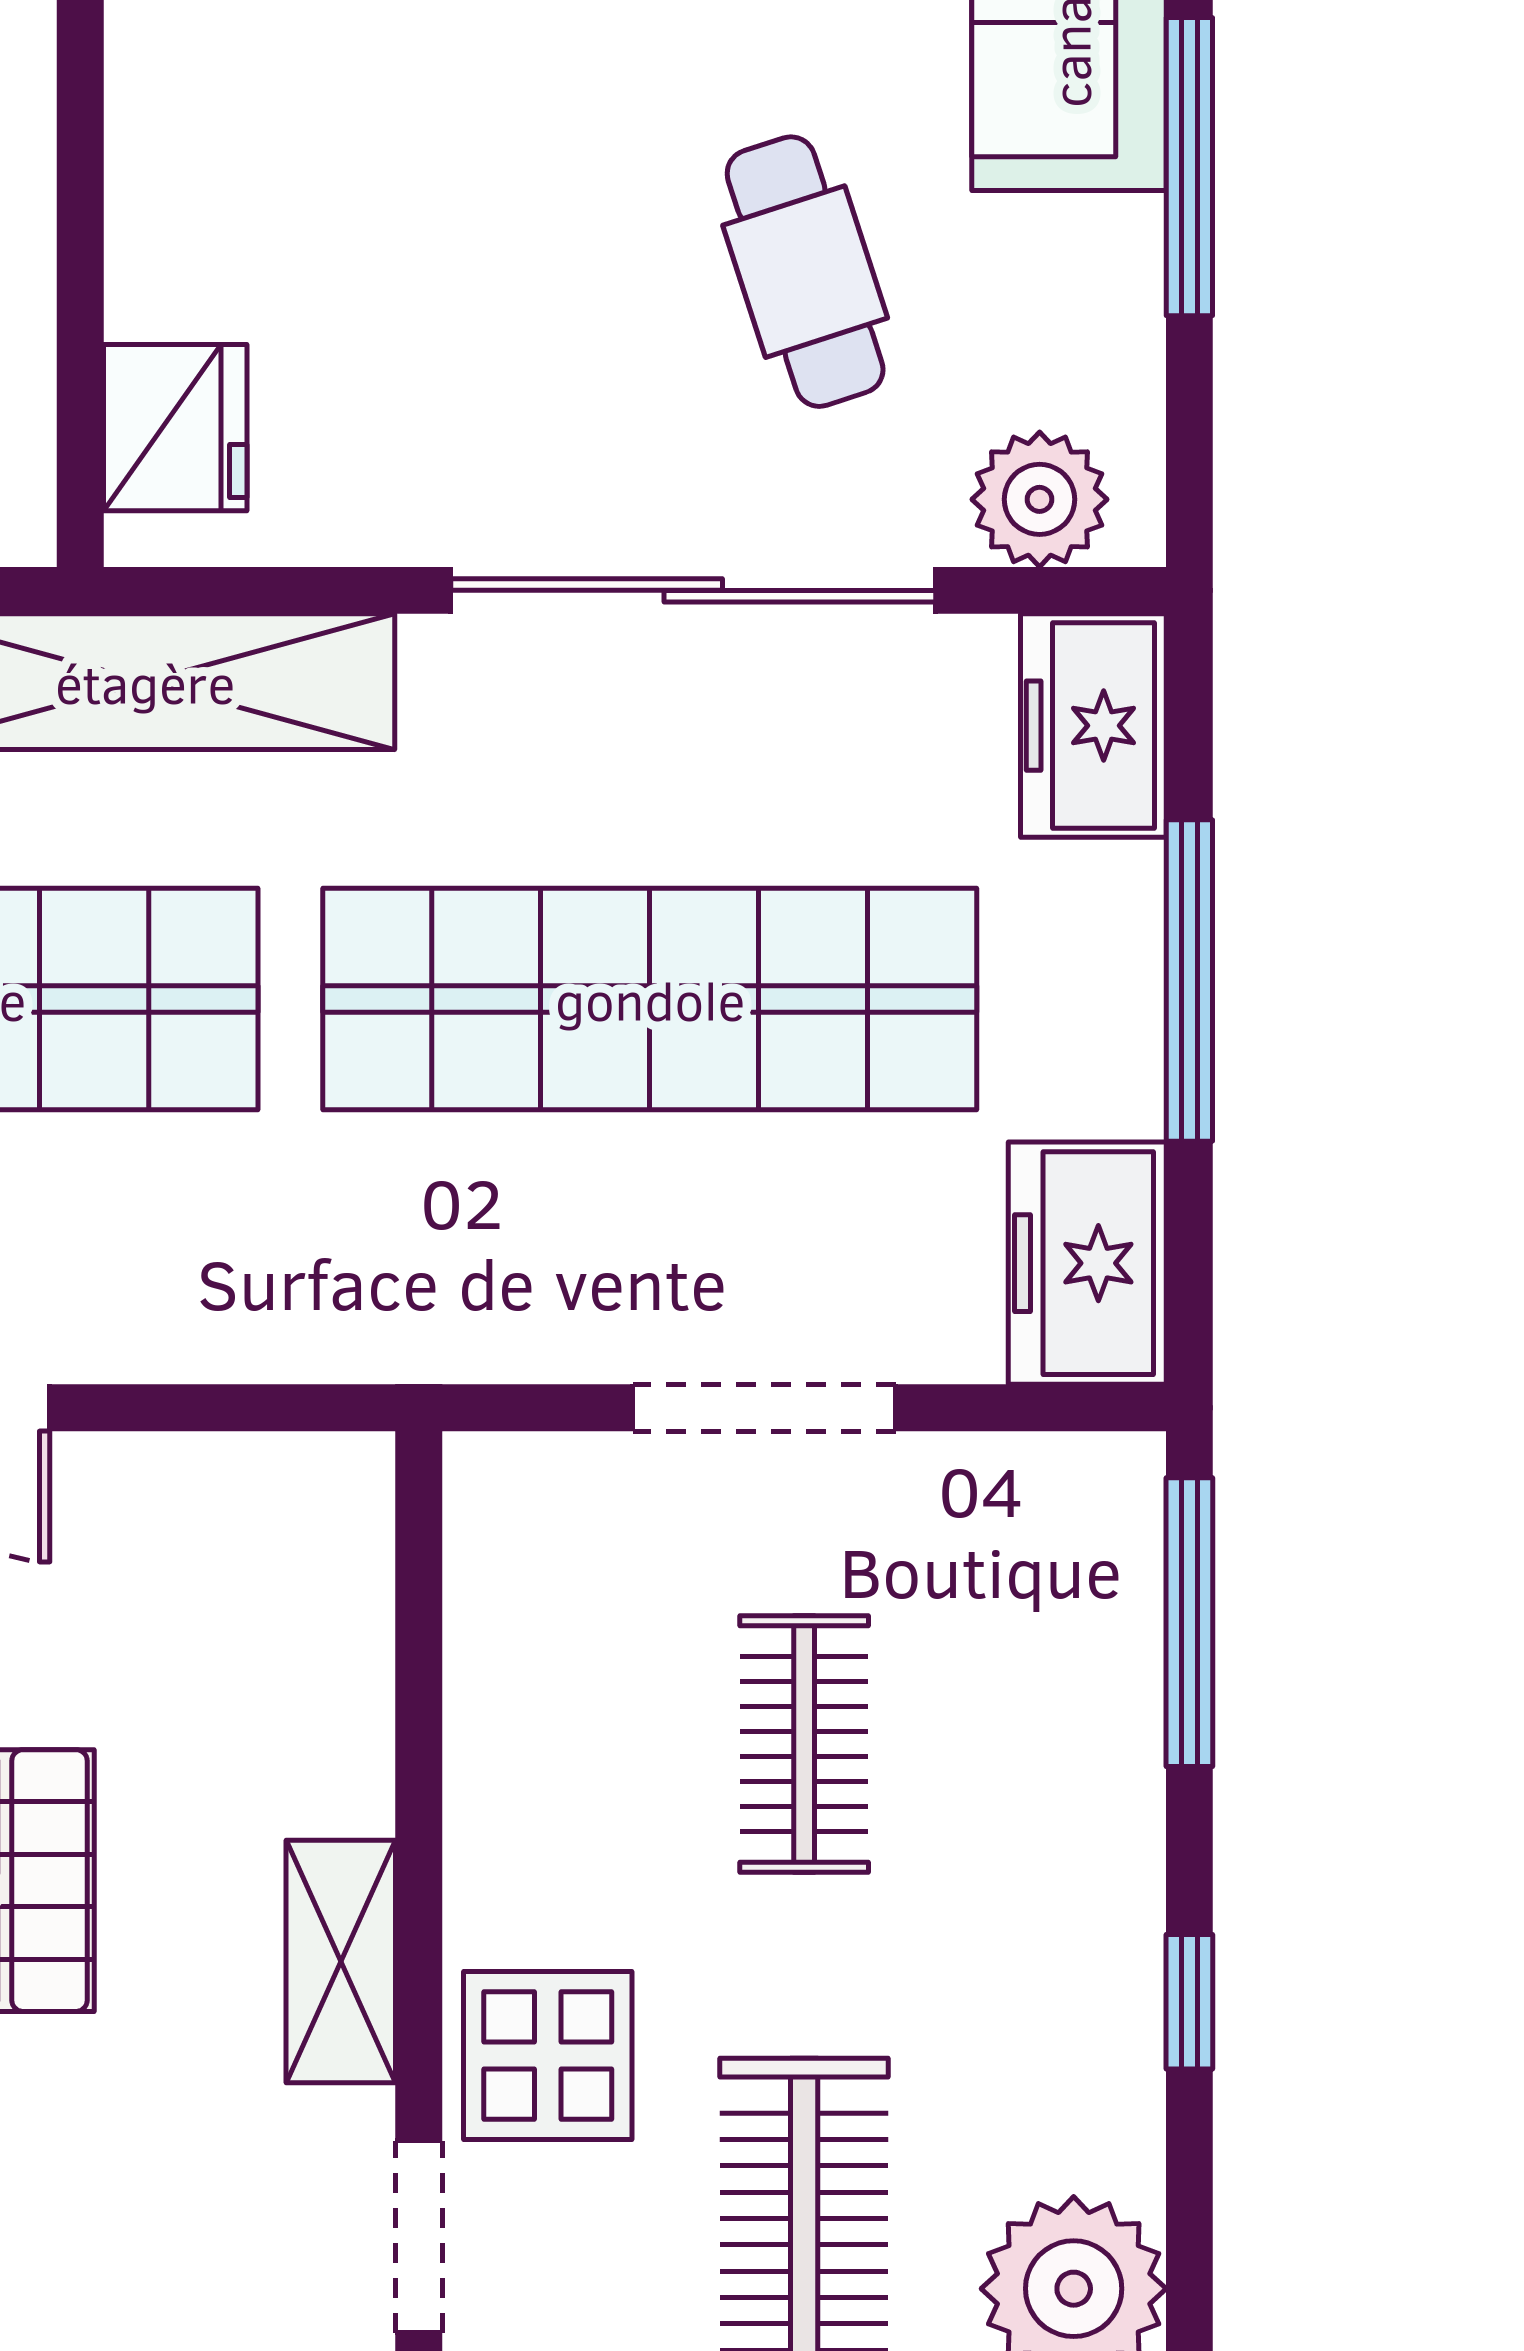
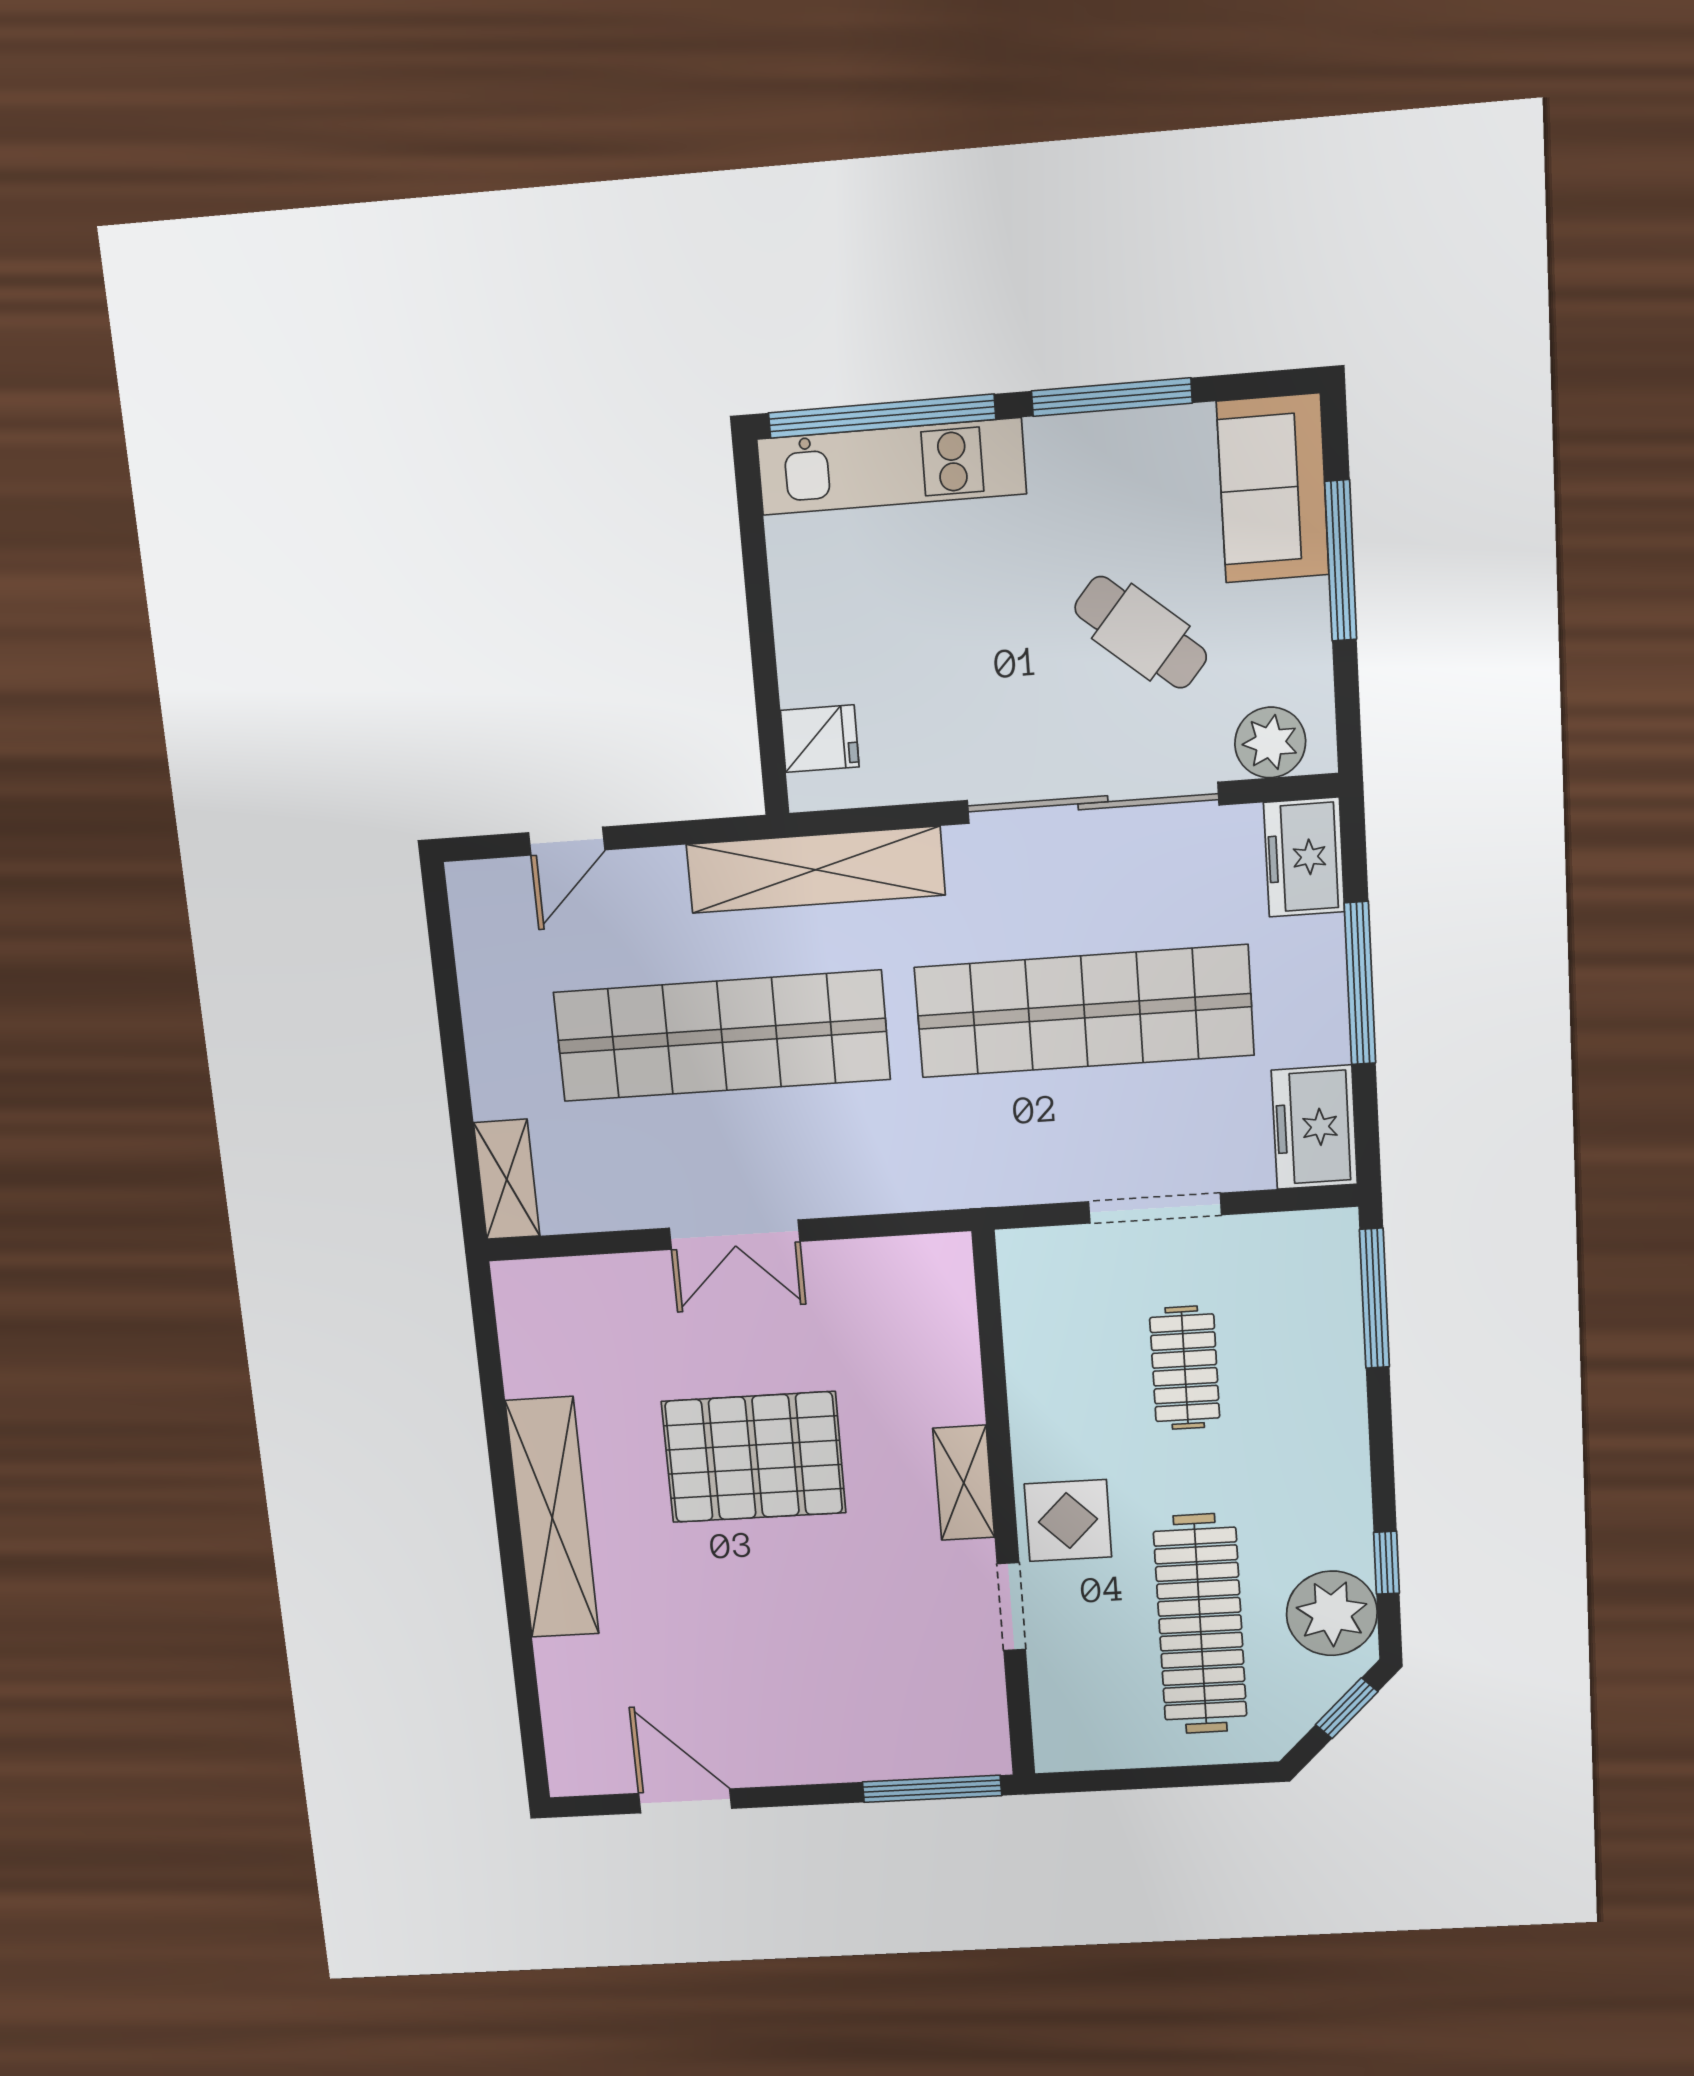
cafe table: (805, 272) -> (1141, 632), turned -32
fridge: (175, 428) -> (820, 739), width x0.72
window: (1189, 2002) -> (1387, 1563), moved

